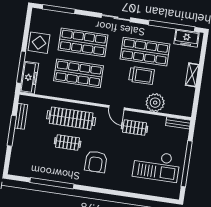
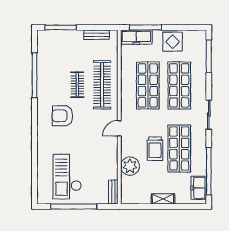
clothes rail: (134, 128) -> (102, 149), removed
window: (12, 131) -> (61, 27), moved

